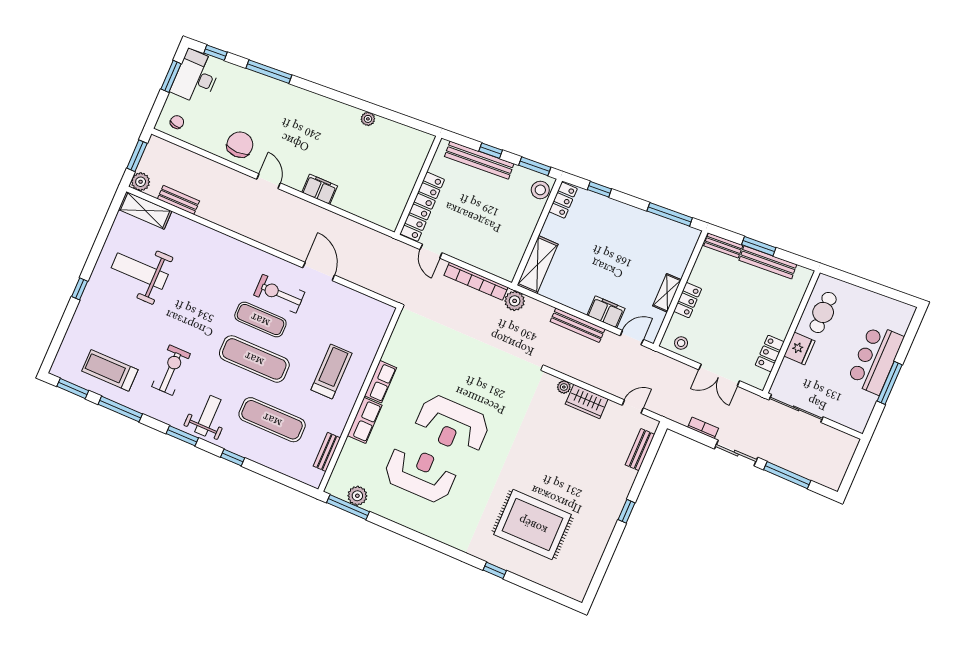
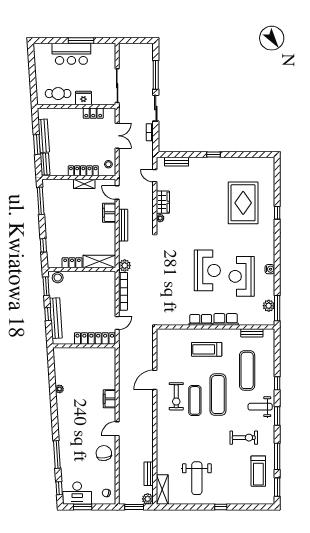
chair: (240, 145) -> (104, 453), turned 82
locker: (563, 200) -> (72, 263), moved
locker: (688, 300) -> (83, 171), width x1.53
exercise bike: (171, 370) -> (244, 438), turned 180
water cooler: (413, 522) -> (270, 269), added

